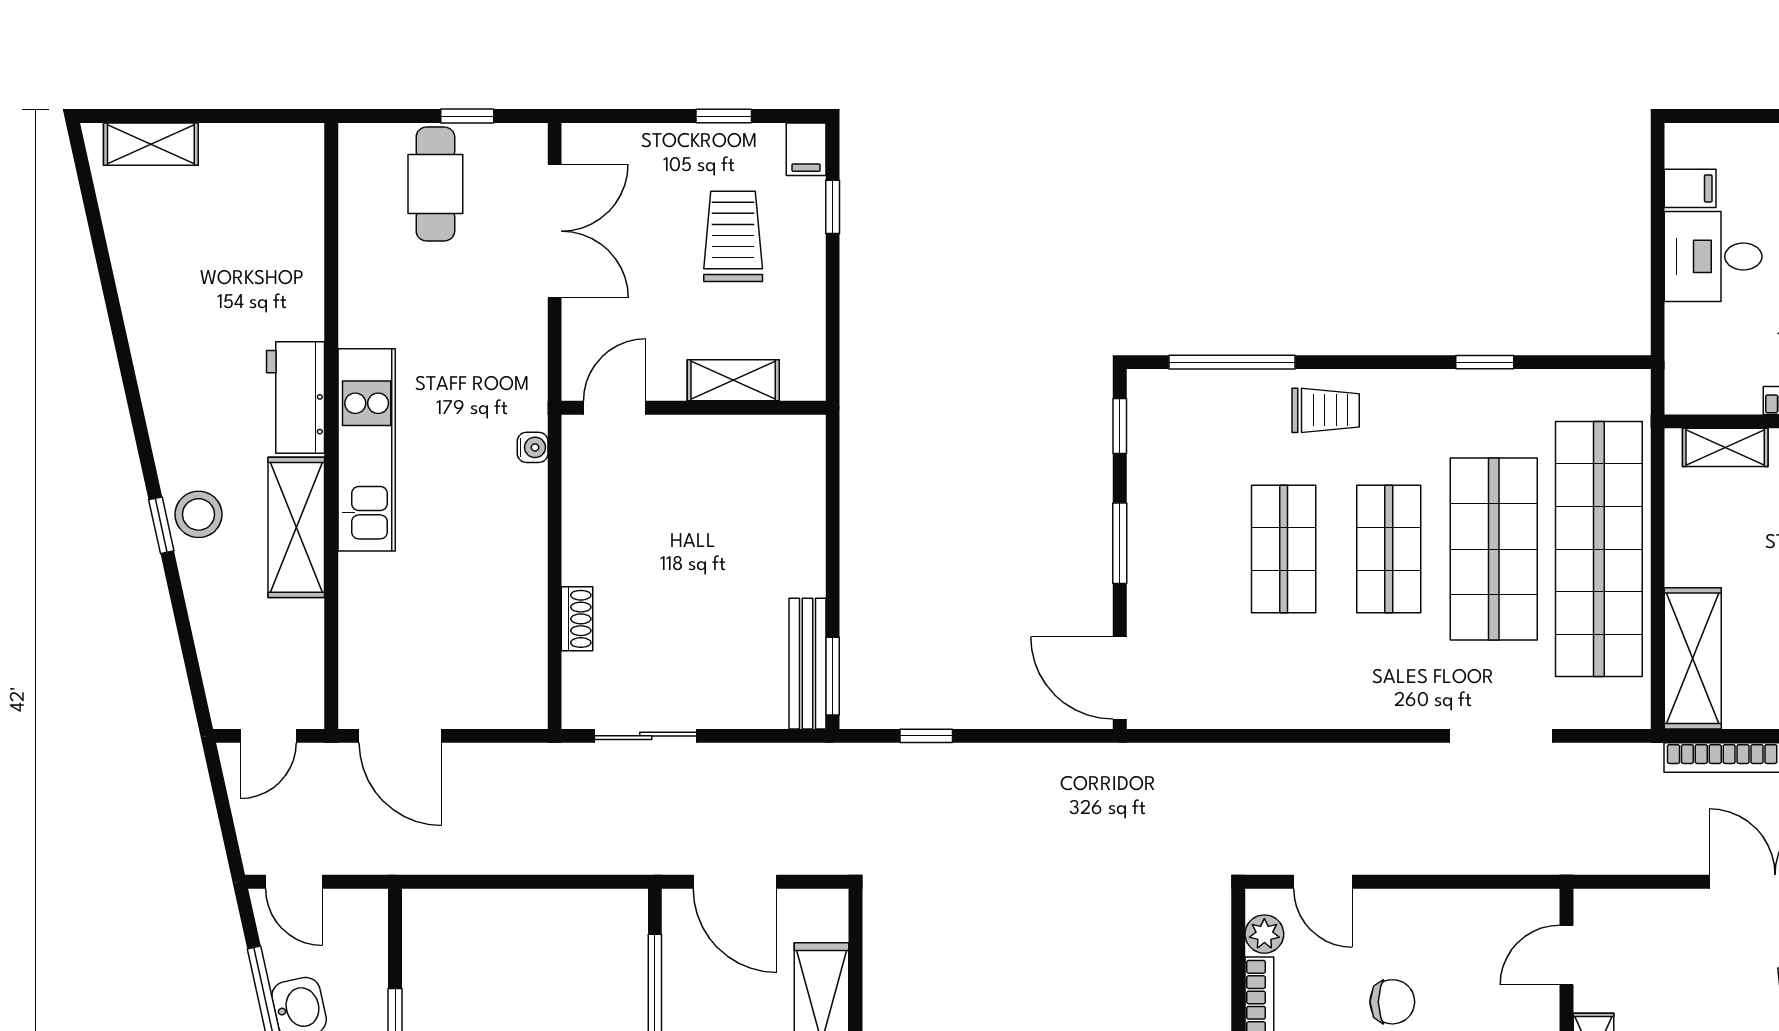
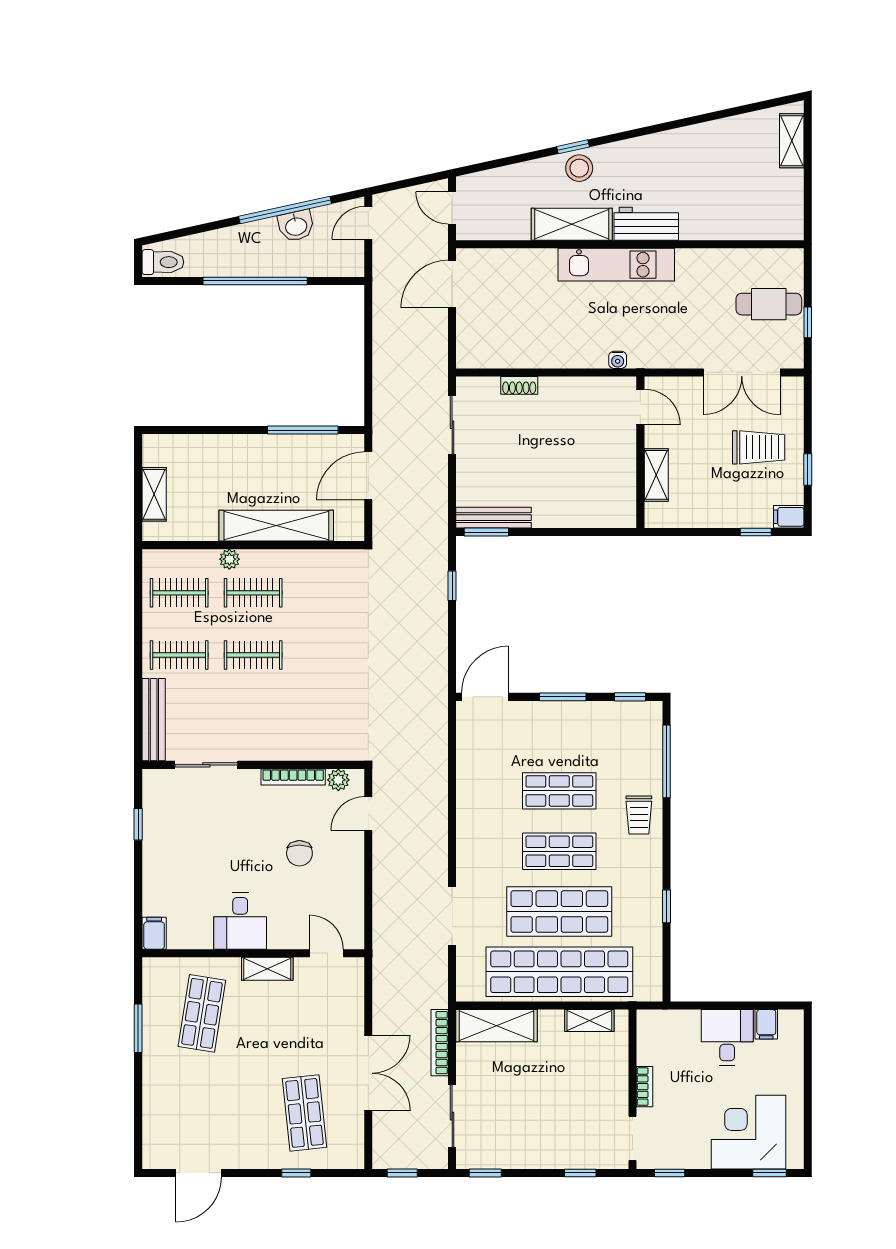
trolley: (733, 236) -> (759, 447), moved
shelving: (1725, 447) -> (589, 1021), moved, turned 90

